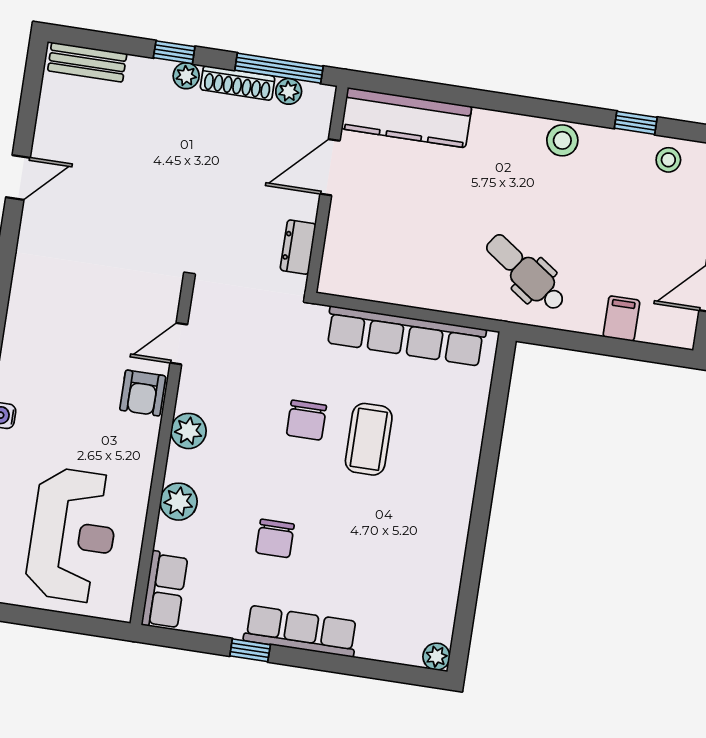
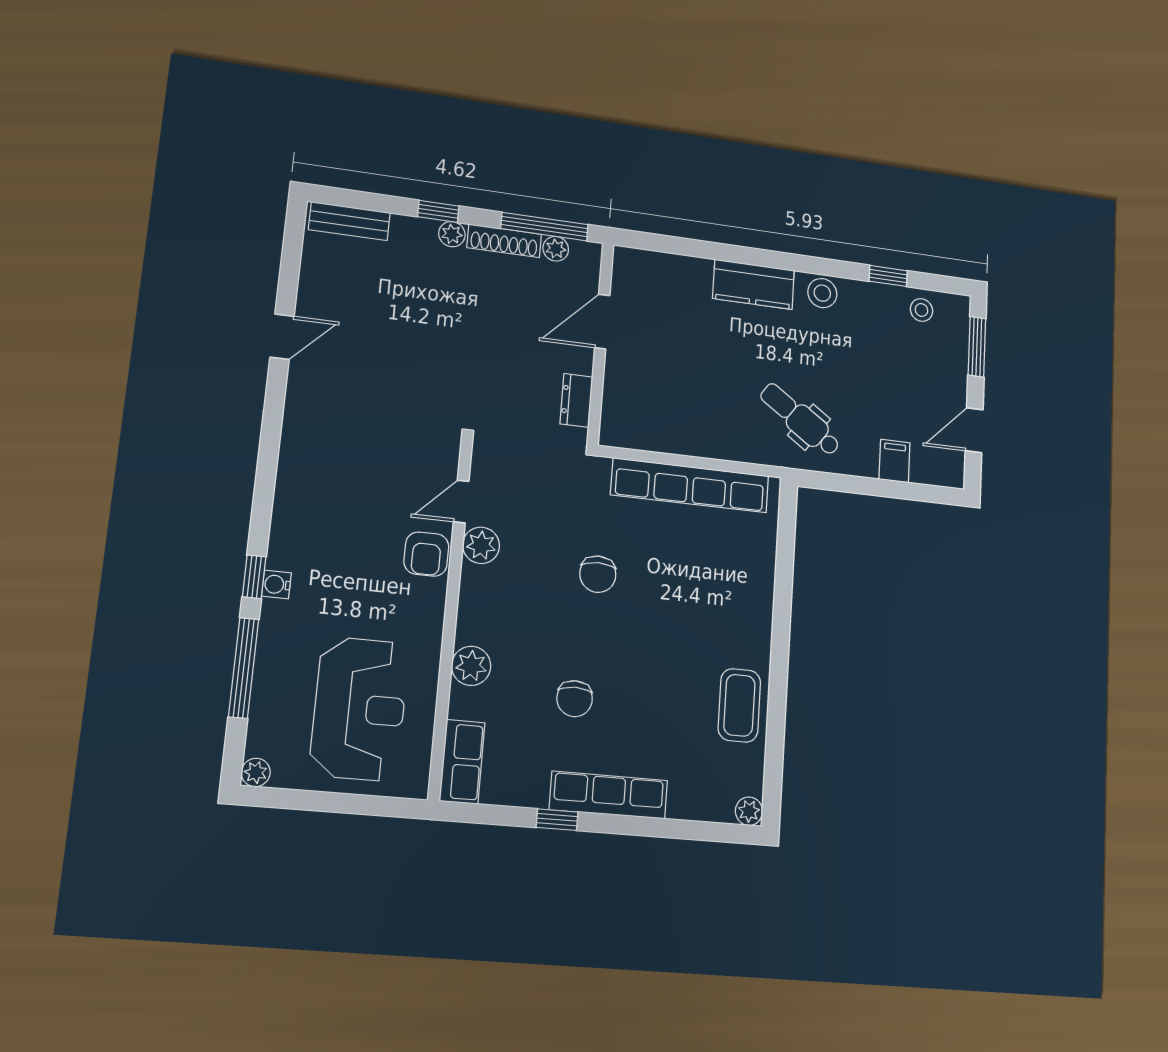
kitchen counter: (406, 118) -> (754, 284), moved, width x0.67
plant: (188, 431) -> (481, 545), moved
coffee table: (369, 439) -> (739, 705), moved

